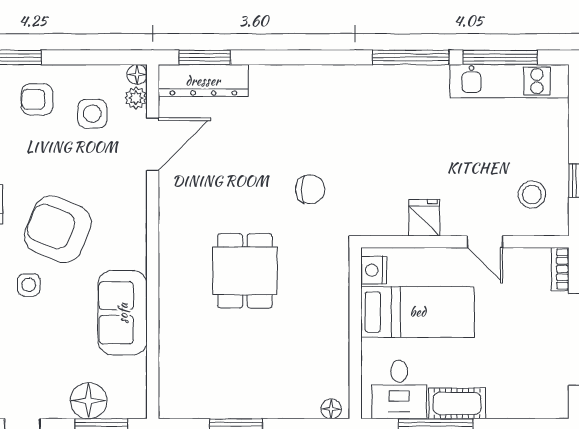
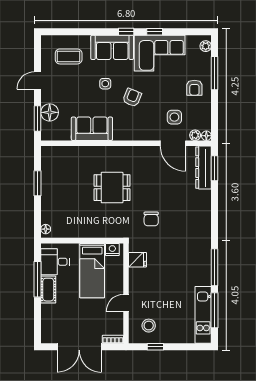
armchair: (37, 99) -> (194, 88), turned 180
side table: (92, 114) -> (174, 117), moved
fridge: (424, 218) -> (138, 260), moved
armchair: (58, 229) -> (132, 98), width x0.53, depth x0.53

